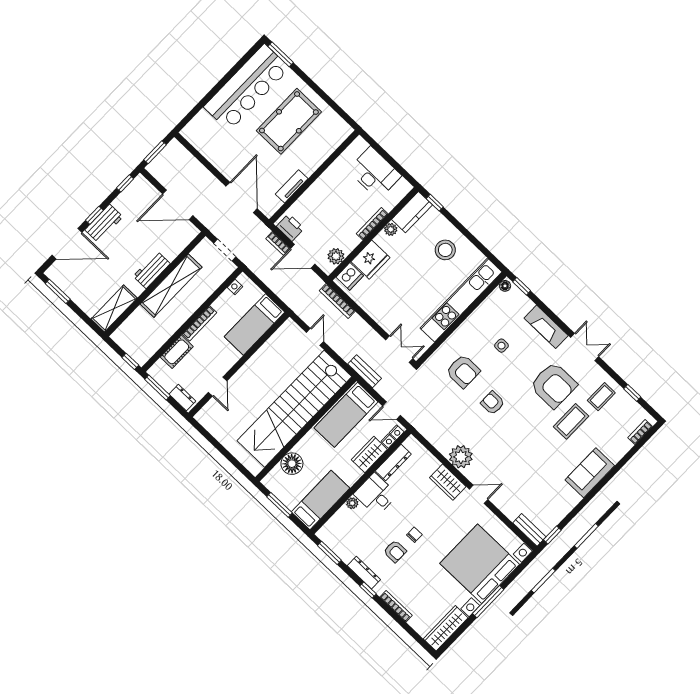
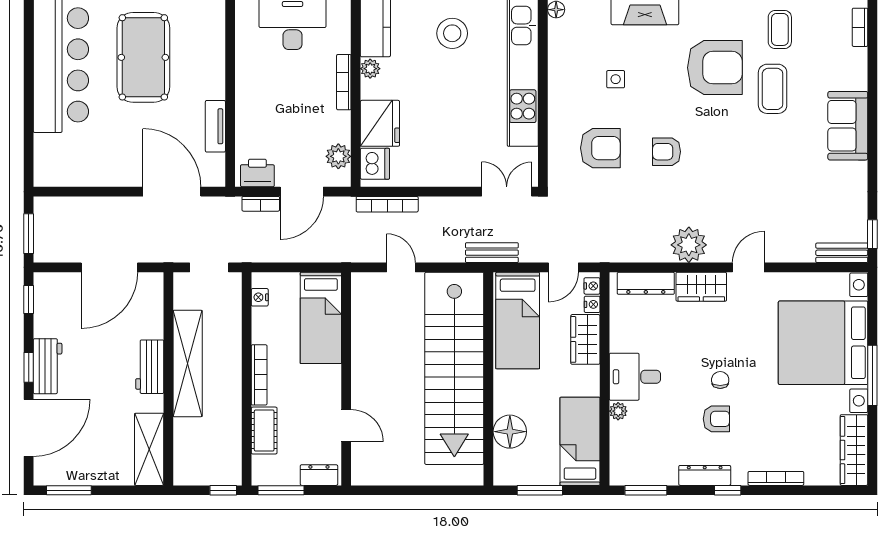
dresser: (393, 463) -> (646, 283), moved, turned 90

